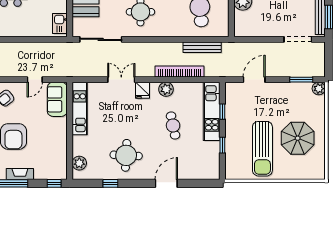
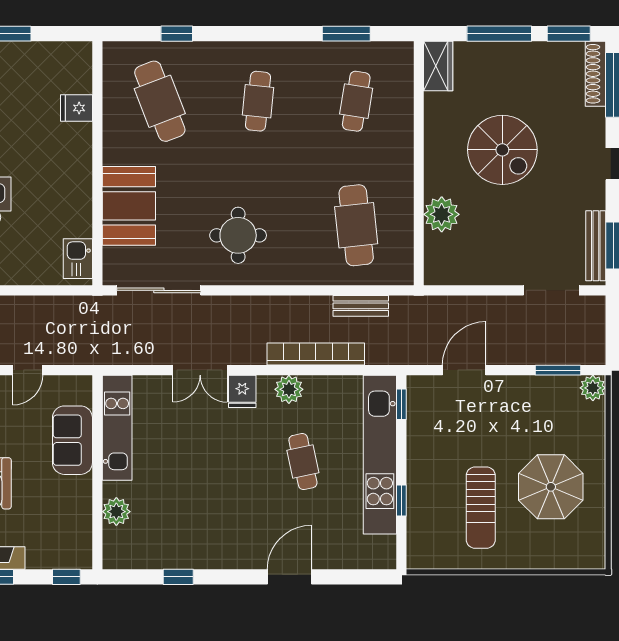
bench: (202, 47) -> (361, 306), width x0.73
double door: (121, 80) -> (200, 370), swing flipped
sofa: (57, 99) -> (72, 440), moved
kitchen unit: (212, 111) -> (380, 455), width x1.36
window: (222, 112) -> (401, 404), moved
sun lounger: (262, 149) -> (481, 508), width x0.73, depth x0.75
round table: (126, 155) -> (209, 521), removed
plant: (79, 163) -> (116, 512), moved

